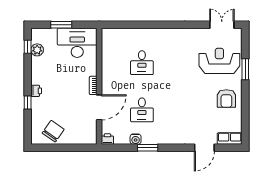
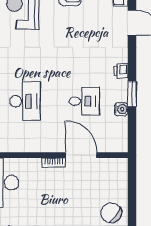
desk: (142, 63) -> (25, 101), width x1.37
printer: (107, 139) -> (121, 71), moved

